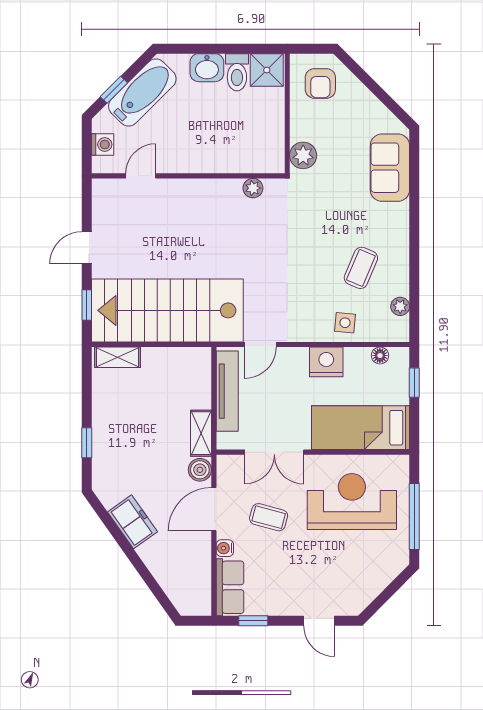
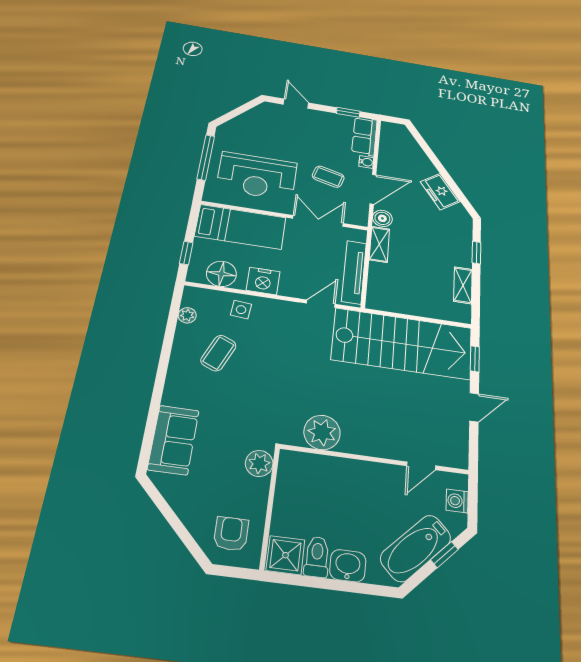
plant: (253, 188) -> (322, 432), width x1.88, depth x1.88
floor lamp: (380, 356) -> (221, 274), width x1.89, depth x1.89
shelving: (118, 357) -> (463, 285), moved, turned 90

